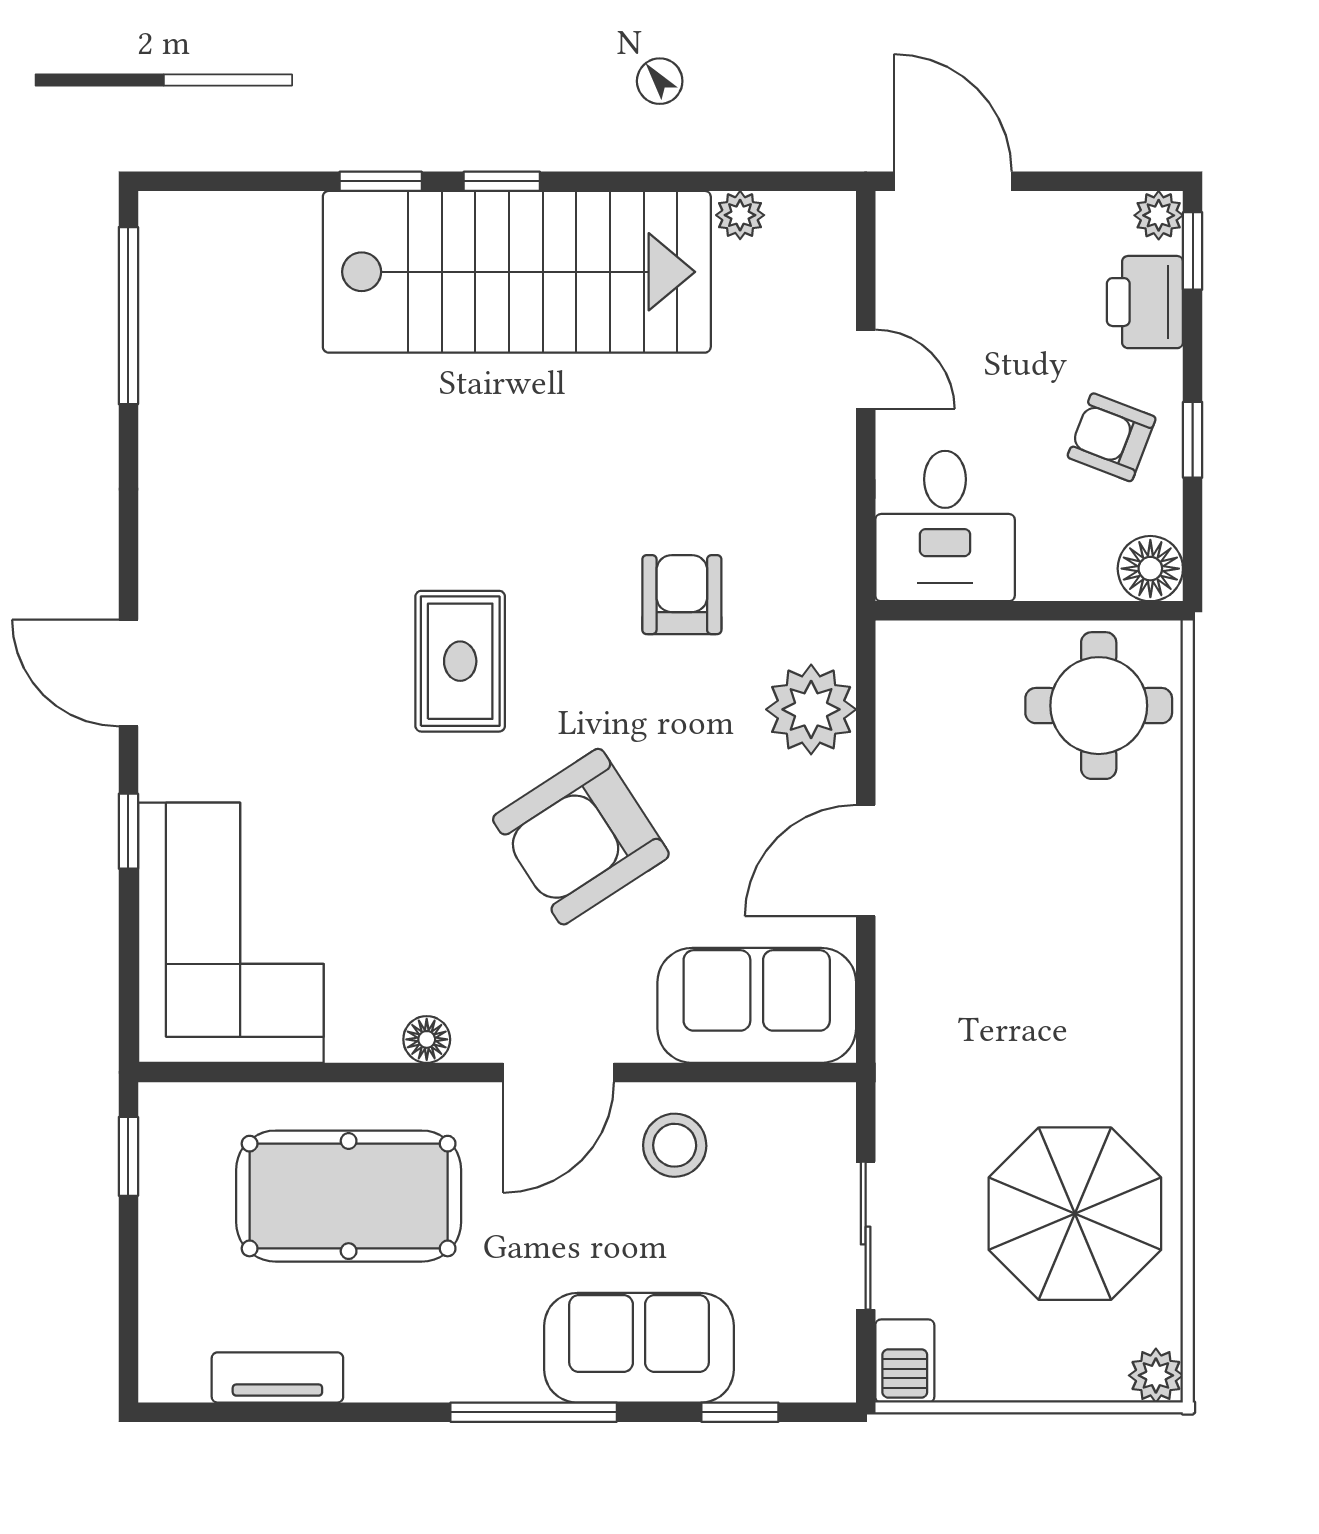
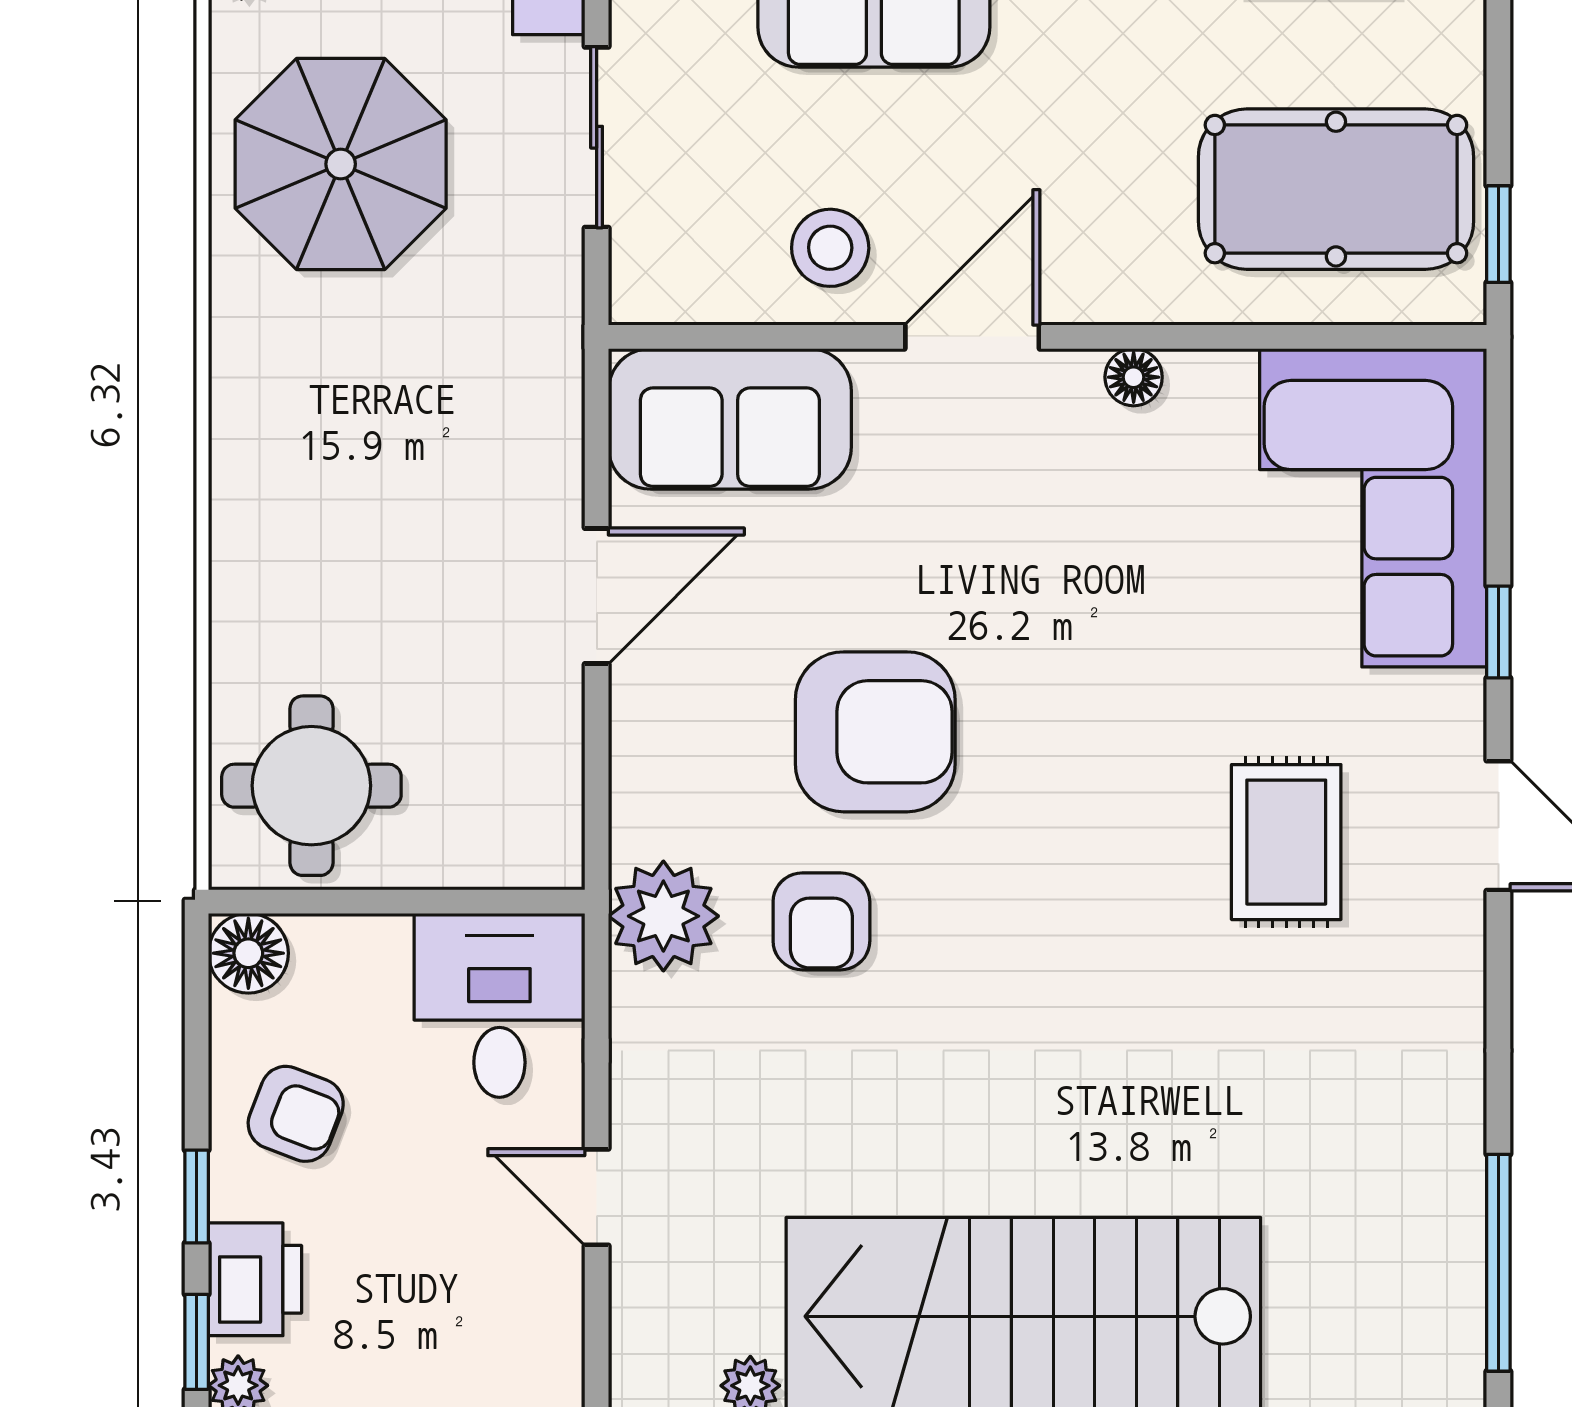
window: (1193, 440) -> (197, 1196), moved
rug: (460, 661) -> (1286, 842), moved
plant: (811, 709) -> (663, 916), moved
armchair: (581, 837) -> (875, 732), moved, turned 33
pool table: (349, 1196) -> (1336, 189), moved

